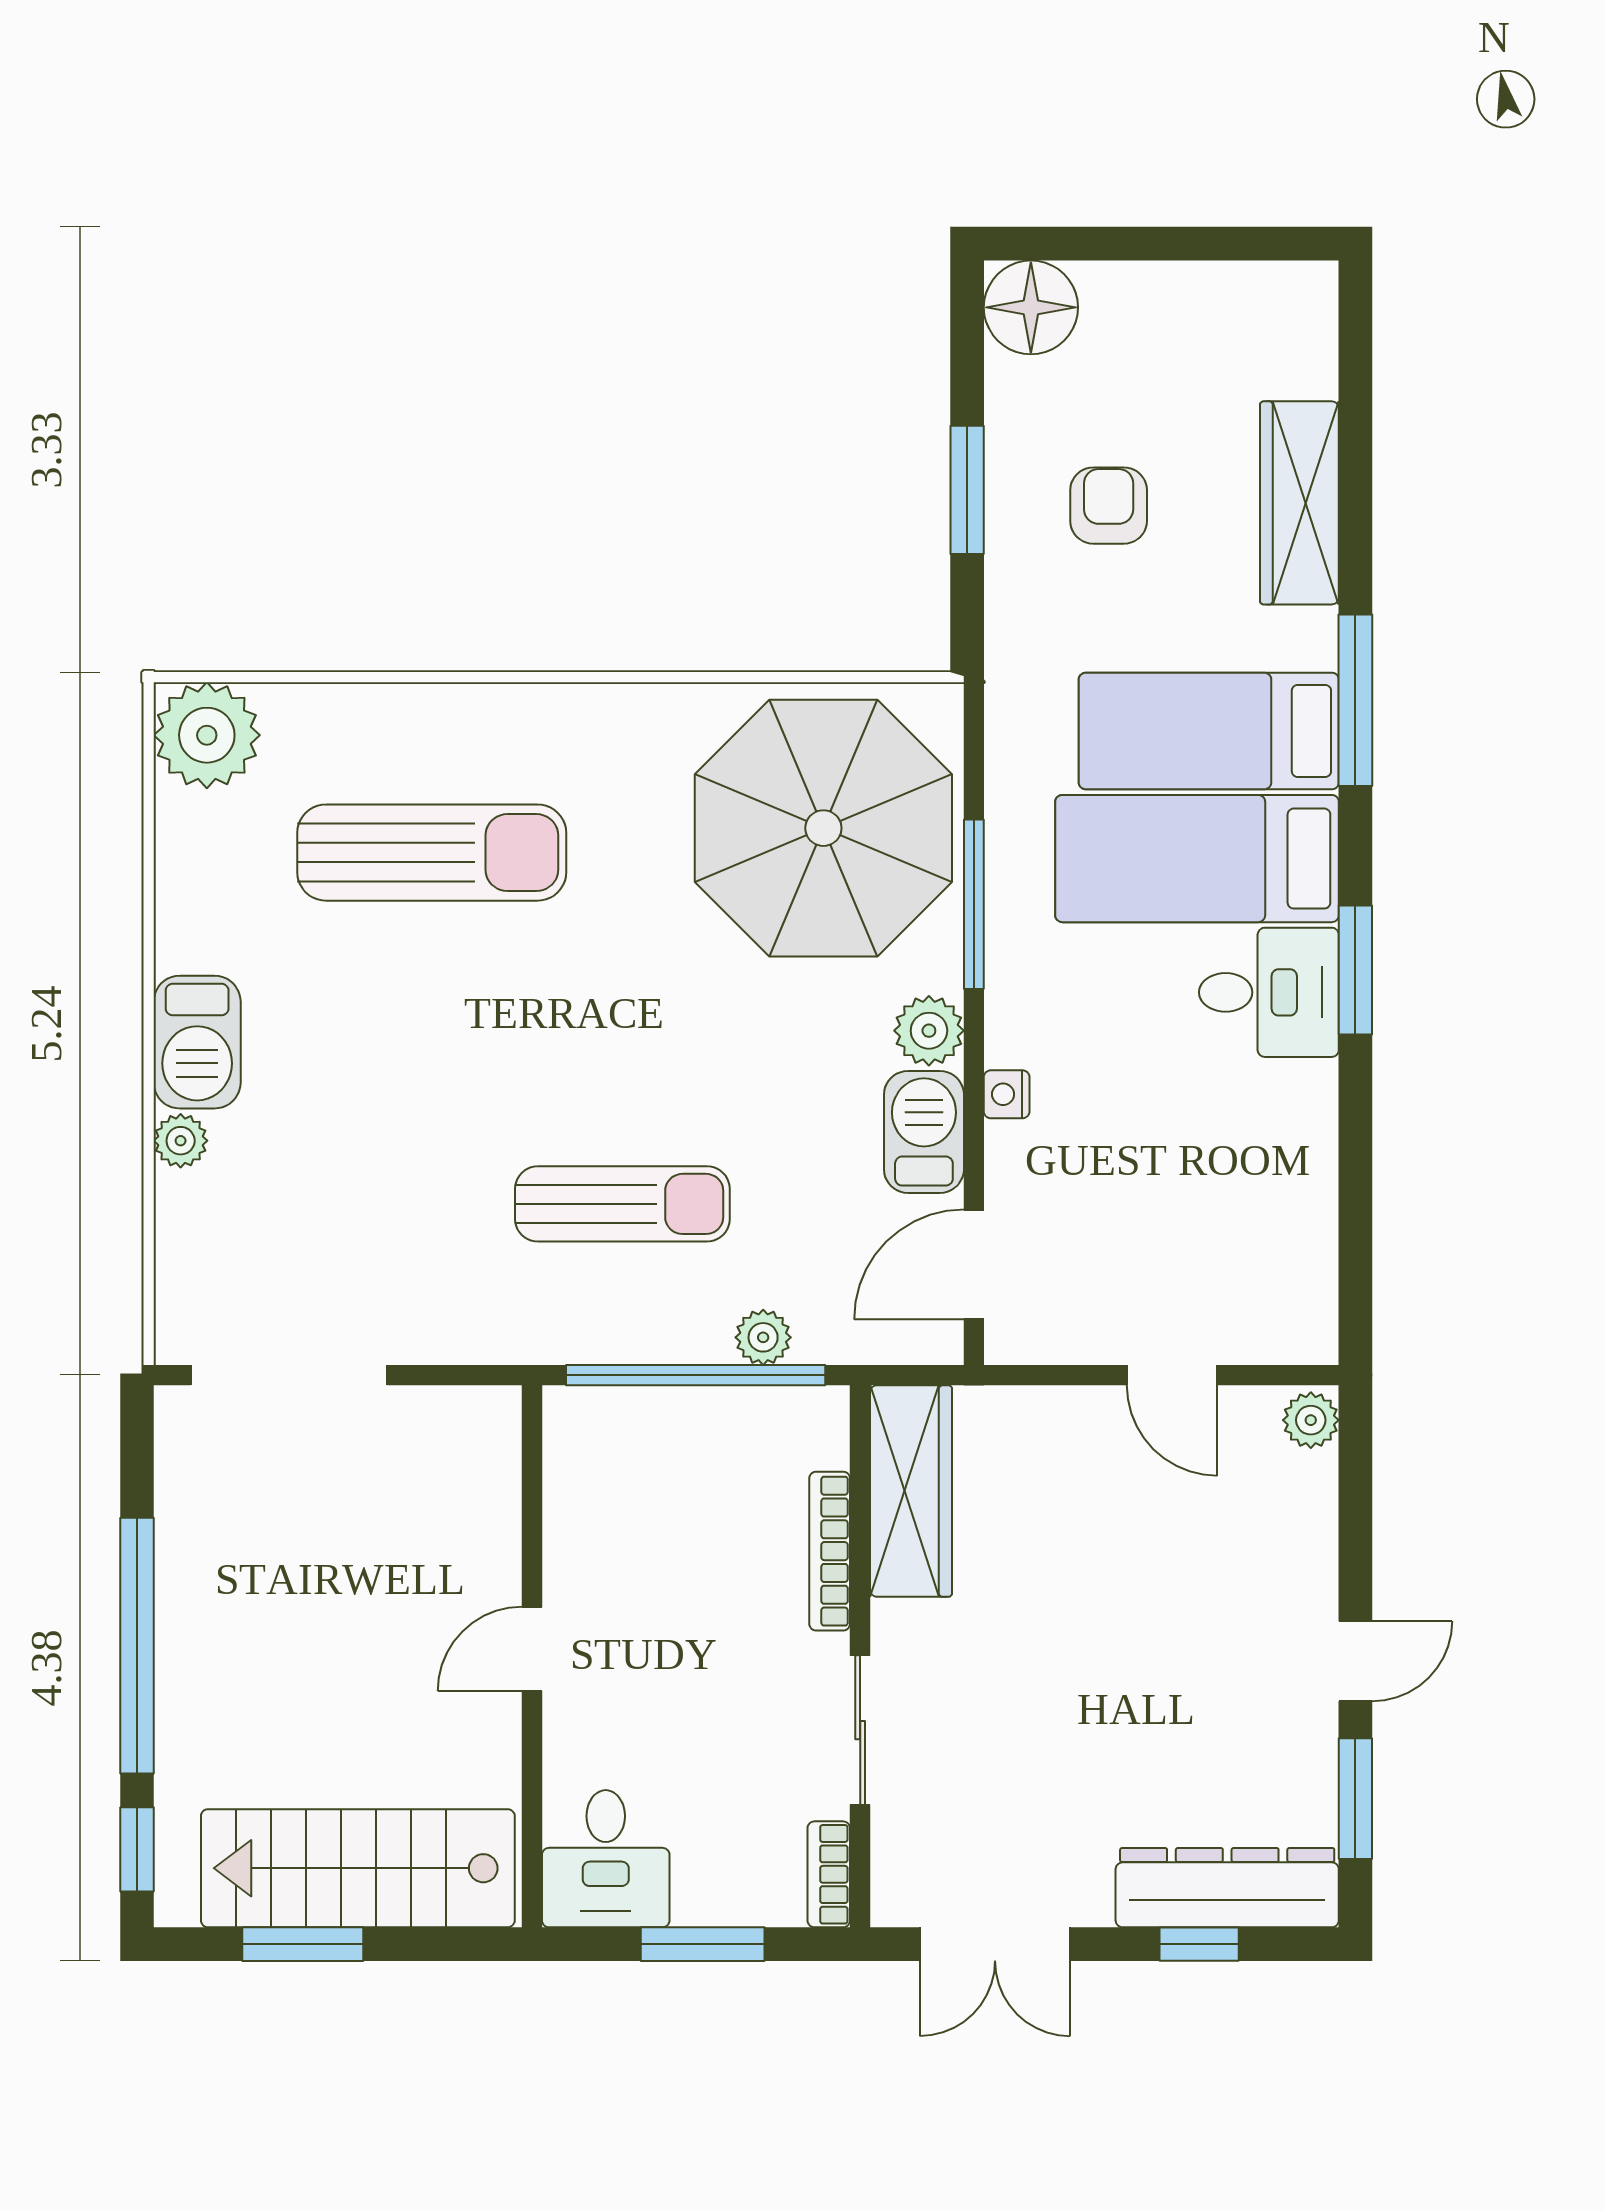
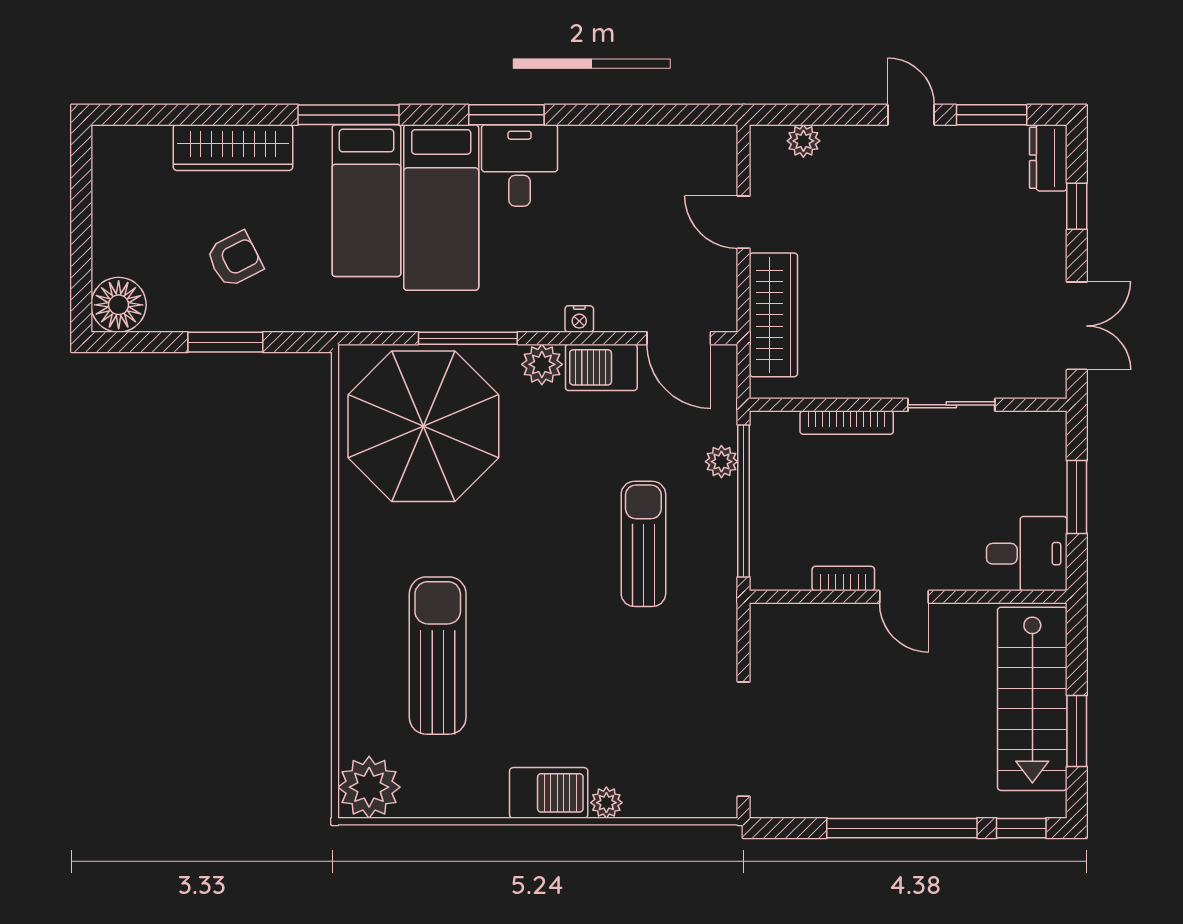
armchair: (1109, 506) -> (235, 259), turned 153
door: (1172, 1375) -> (744, 222), swing flipped
plant: (1311, 1420) -> (803, 141), moved
wardrobe: (911, 1491) -> (773, 315), moved, turned 90
bookcase: (829, 1874) -> (843, 579), moved, turned 180
dresser: (1227, 1888) -> (1048, 158), width x0.51, depth x0.80

